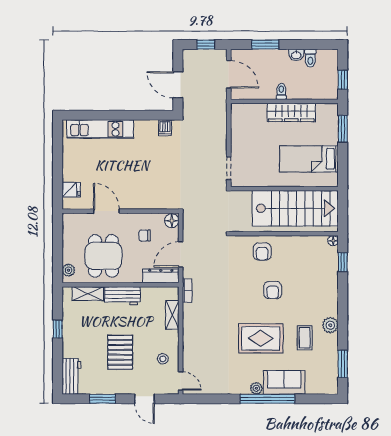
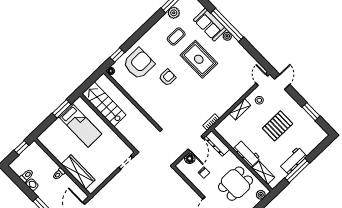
wardrobe: (291, 112) -> (78, 172), moved
window: (343, 129) -> (62, 109), moved
stairs: (295, 208) -> (104, 104), width x0.73, depth x0.66
floor lamp: (172, 221) -> (190, 159), moved
armchair: (262, 252) -> (139, 64), moved, width x1.88, depth x1.88
door: (181, 255) -> (196, 144), hinge flipped
shelving: (172, 315) -> (240, 109), moved
plant: (330, 325) -> (174, 13), moved
window: (58, 329) -> (297, 171), width x2.17
workbench: (71, 376) -> (293, 161), moved
door: (144, 399) -> (282, 82), moved

